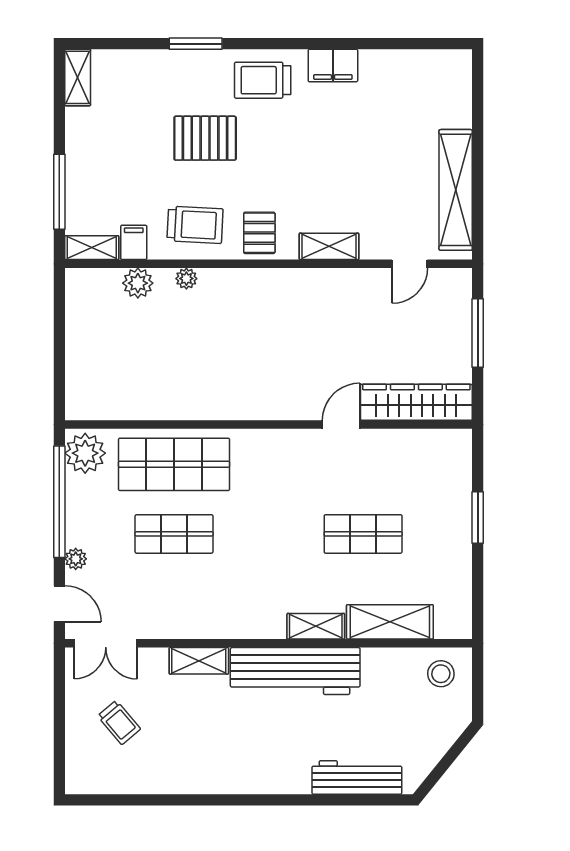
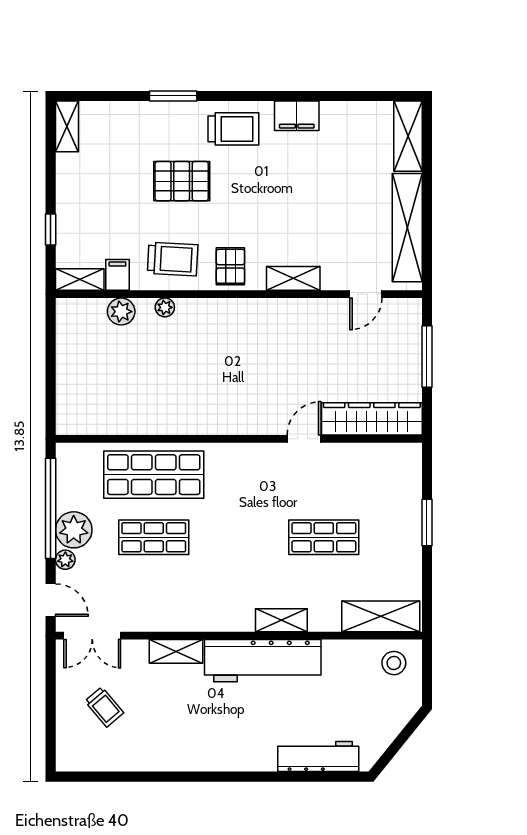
trolley: (263, 80) -> (233, 129), turned 180
shelving: (457, 88) -> (408, 136), added
window: (59, 192) -> (51, 229), width x0.46
plant: (85, 453) -> (74, 530), moved
shelving: (390, 622) -> (381, 616), moved

